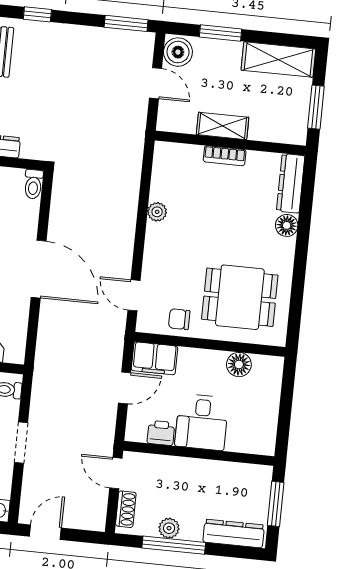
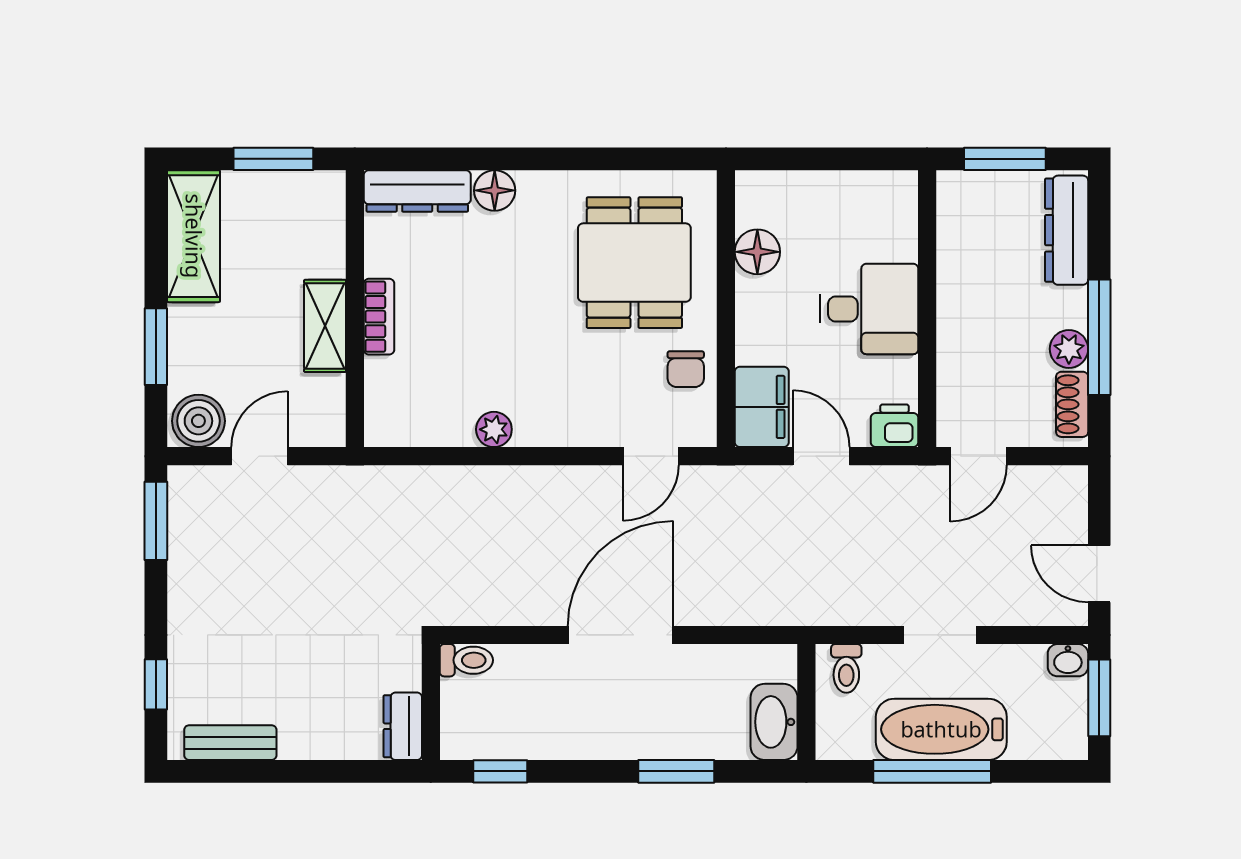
printer: (161, 433) -> (895, 426), moved, turned 90
shoe rack: (126, 509) -> (1072, 404), moved, turned -90

